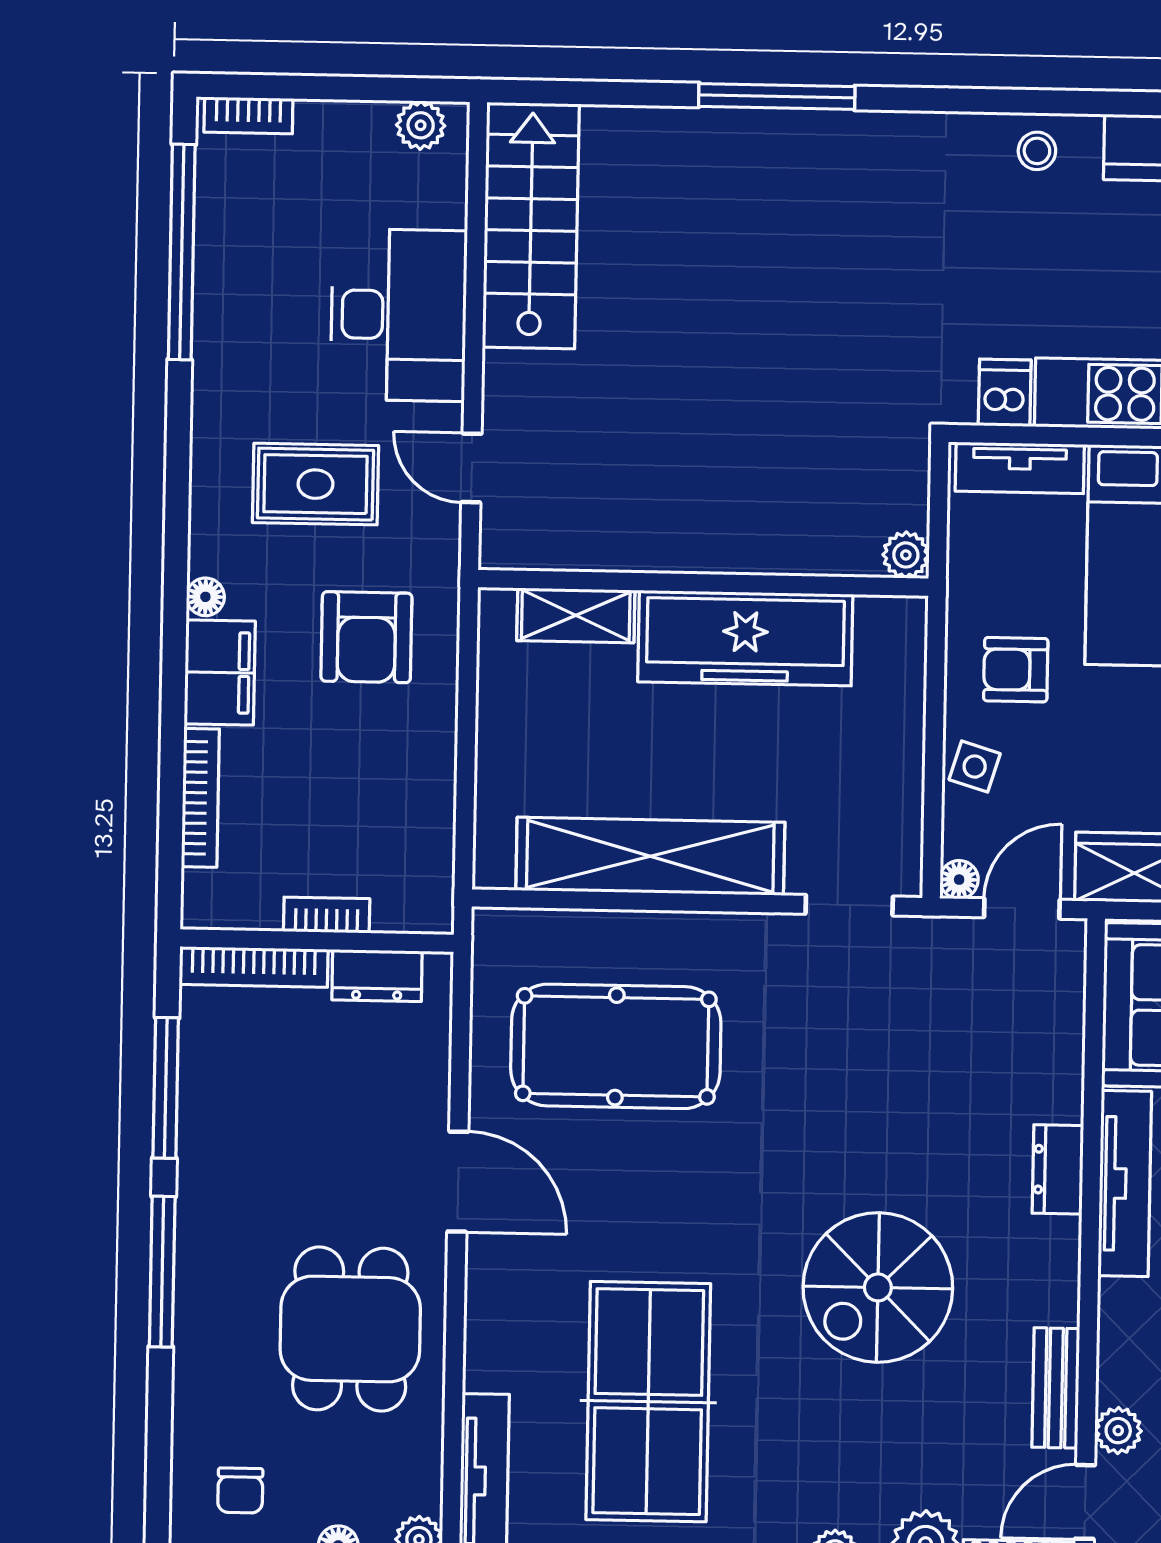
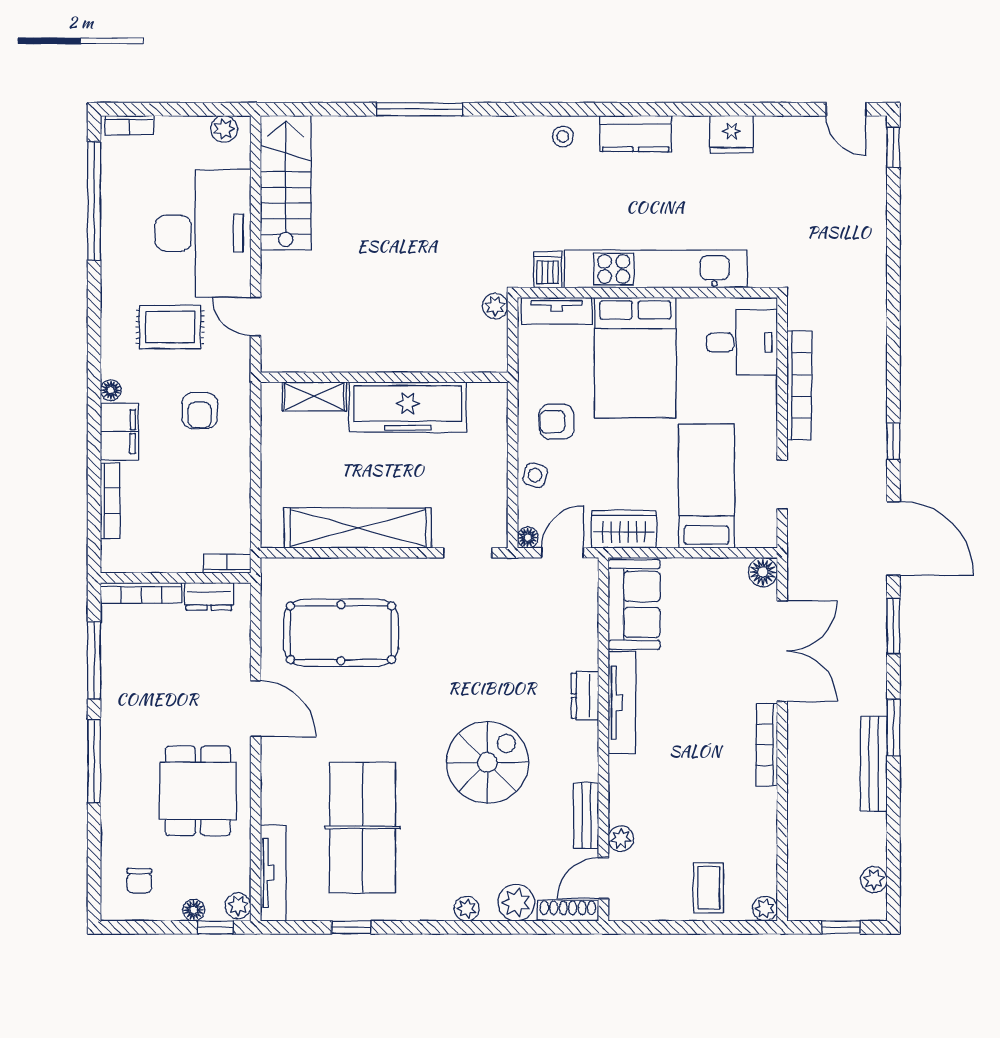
desk: (399, 315) -> (203, 233), width x1.36, depth x1.30
plant: (906, 555) -> (495, 306), moved
armchair: (366, 637) -> (200, 411), width x0.72, depth x0.72
bookcase: (327, 915) -> (227, 564), moved
spiral stairs: (878, 1287) -> (487, 762), turned 180

